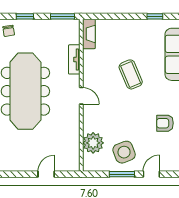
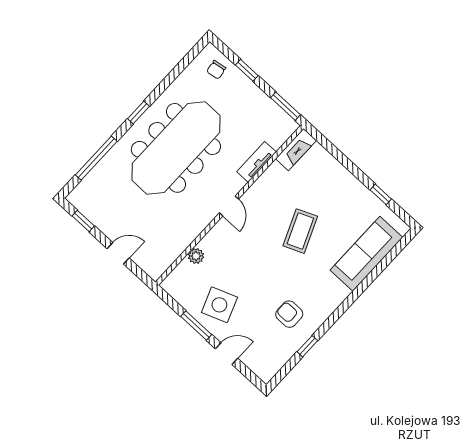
plant: (93, 143) -> (196, 256), width x0.53, depth x0.53
window: (12, 174) -> (83, 221), added

